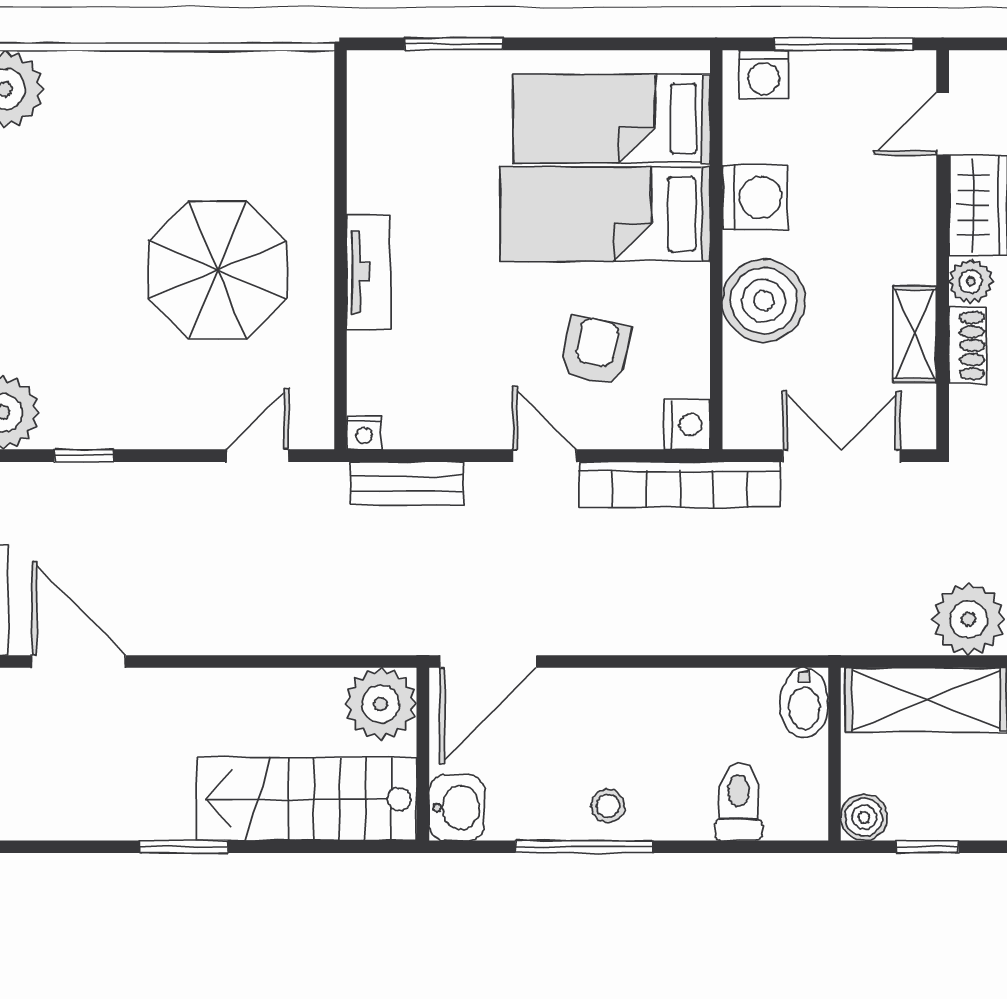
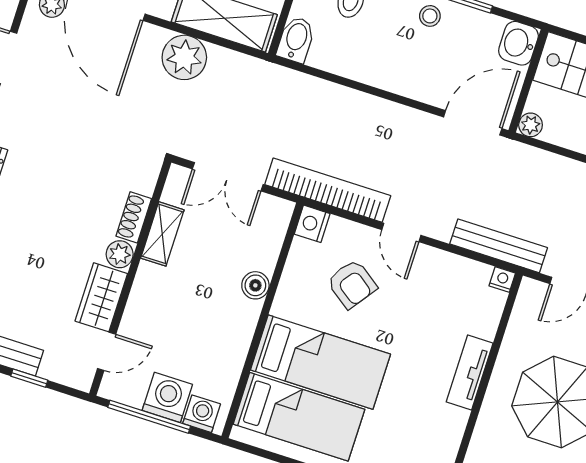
washing machine: (755, 197) -> (167, 397), moved, turned 90
boiler: (764, 301) -> (255, 285), width x0.54, depth x0.54
armchair: (595, 351) -> (352, 284), turned -66
bench: (407, 483) -> (499, 246), width x1.36
plant: (381, 704) -> (531, 125), width x0.53, depth x0.53

